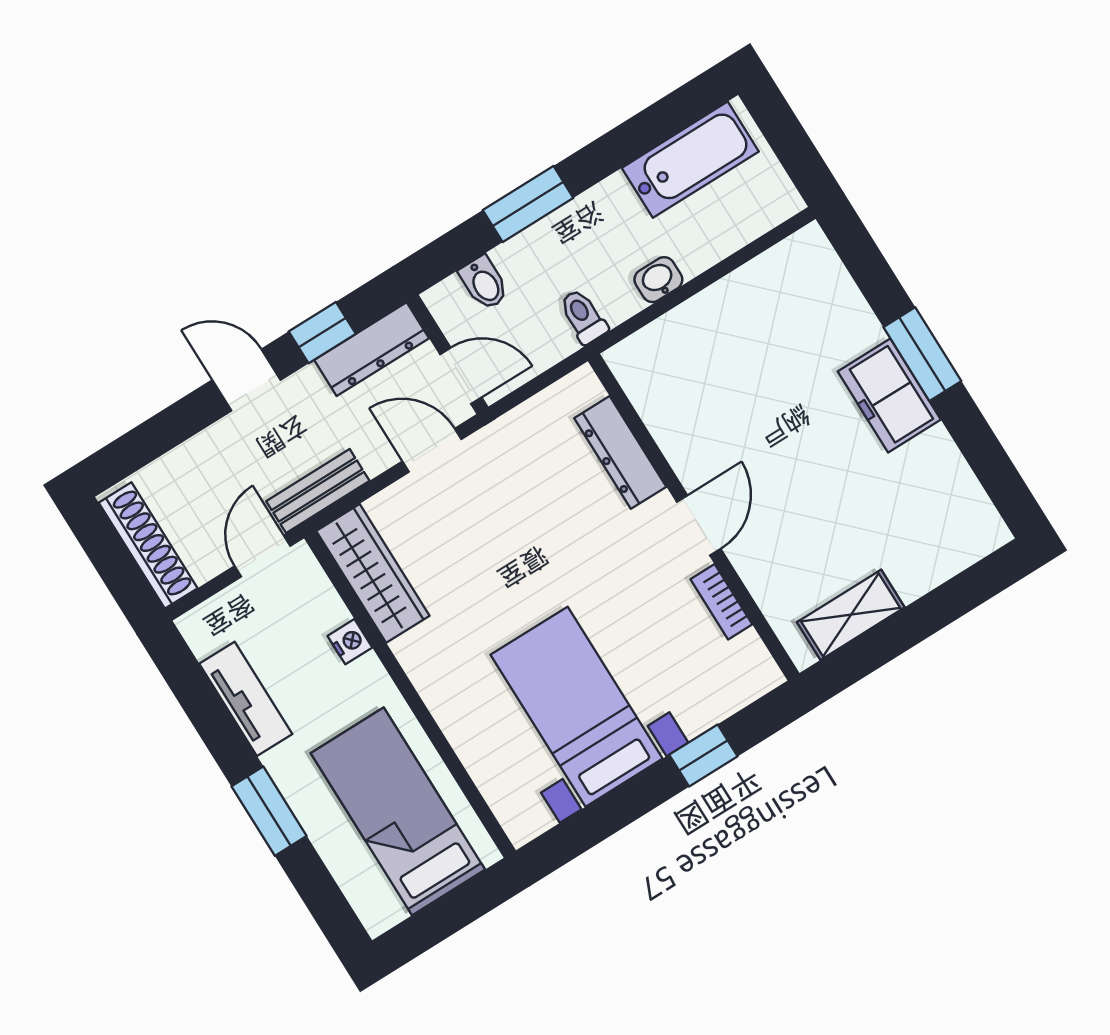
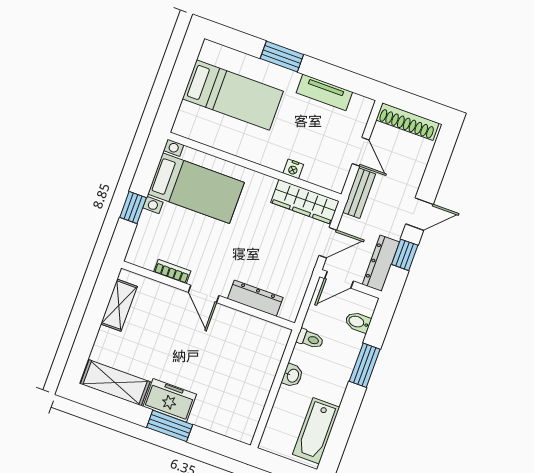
shelving: (956, 494) -> (115, 383), added
wardrobe: (373, 573) -> (305, 202), moved
nightstand: (350, 642) -> (293, 169), moved
wall: (410, 694) -> (255, 167), moved

